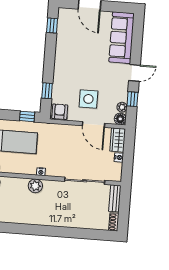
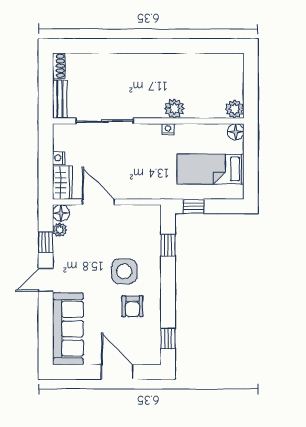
side table: (88, 99) -> (124, 271), moved
armchair: (60, 112) -> (132, 306), moved

